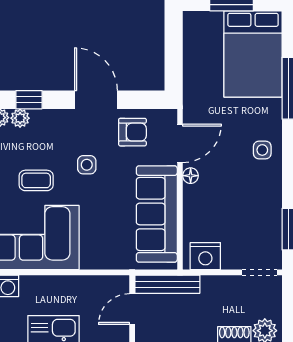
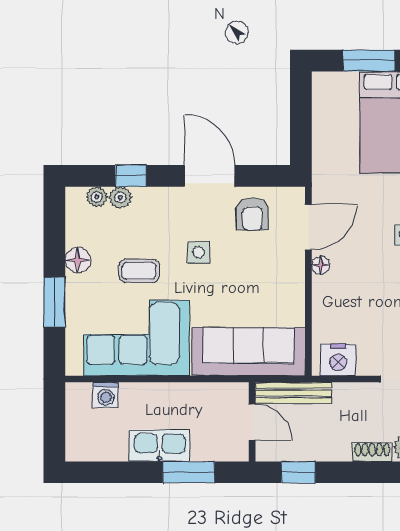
armchair: (132, 132) -> (252, 214), turned 90
sofa: (157, 214) -> (248, 352), moved, turned 90
door: (132, 309) -> (252, 422), swing flipped

